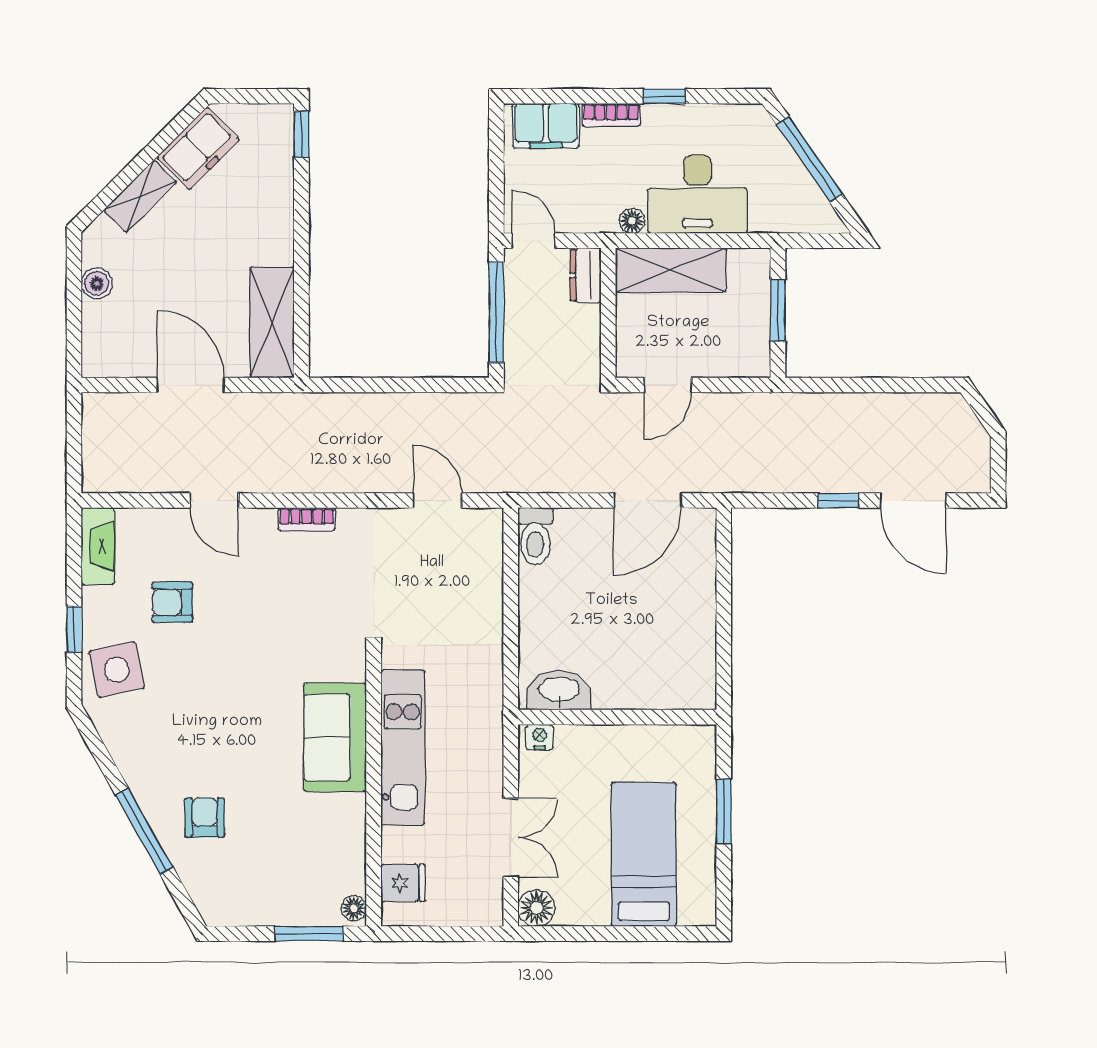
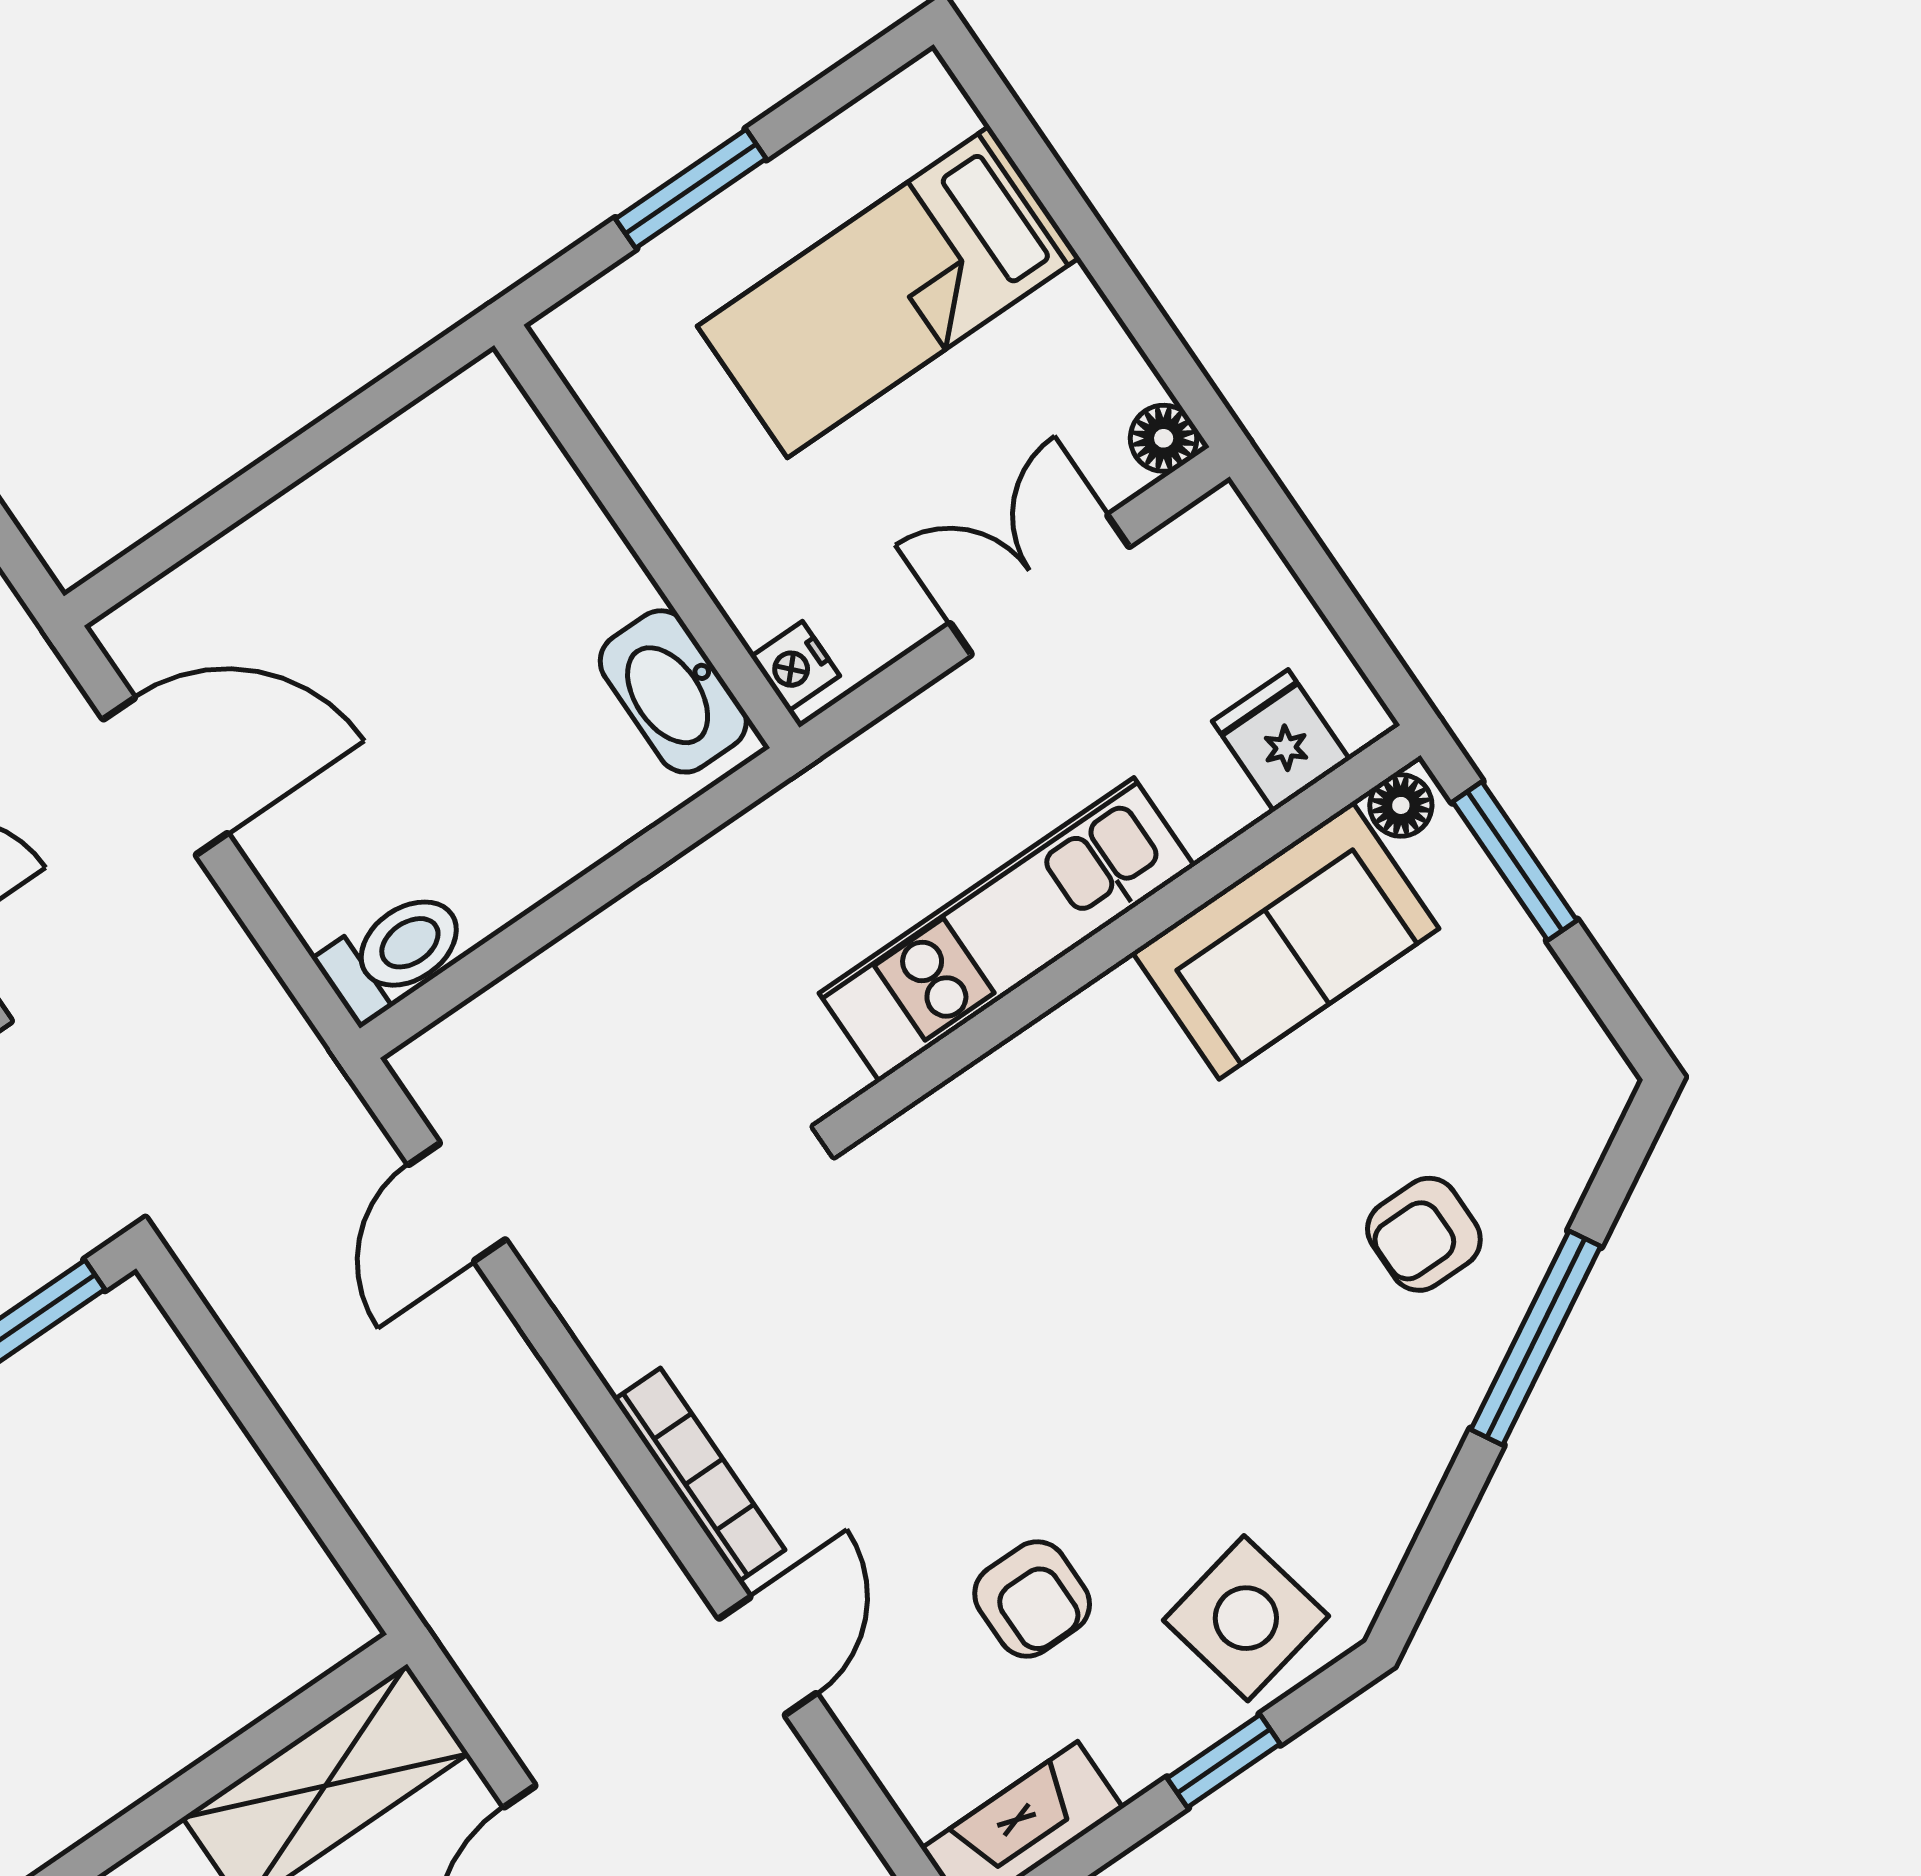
bookcase: (307, 519) -> (699, 1475), width x1.56
sofa: (335, 737) -> (1286, 940), moved
floor lamp: (536, 908) -> (1164, 438), width x0.73, depth x0.73

